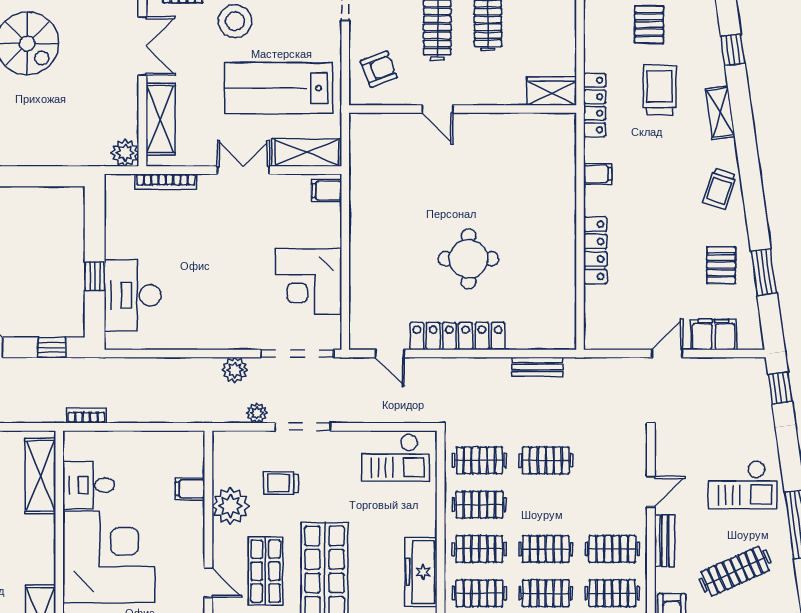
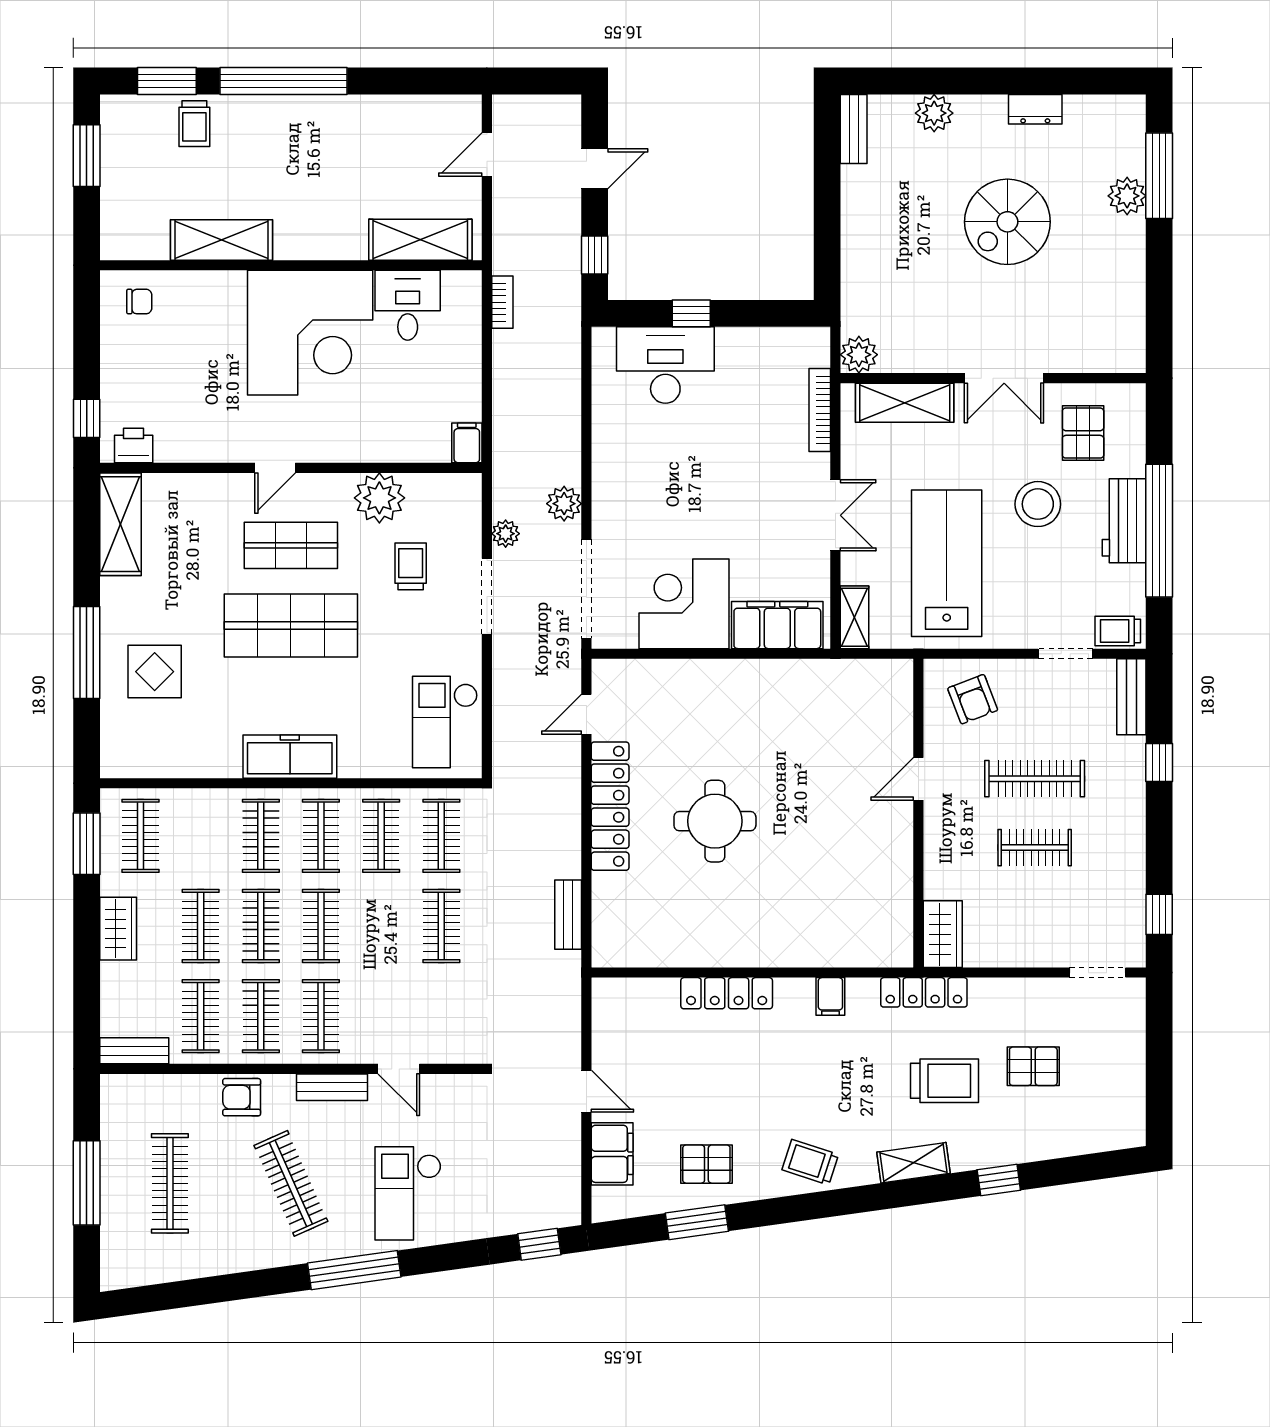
shelving: (307, 153) -> (855, 617), width x0.67, depth x0.75
filing cabinet: (327, 191) -> (777, 625), width x3.00, depth x1.17
filing cabinet: (190, 489) -> (467, 443), moved

